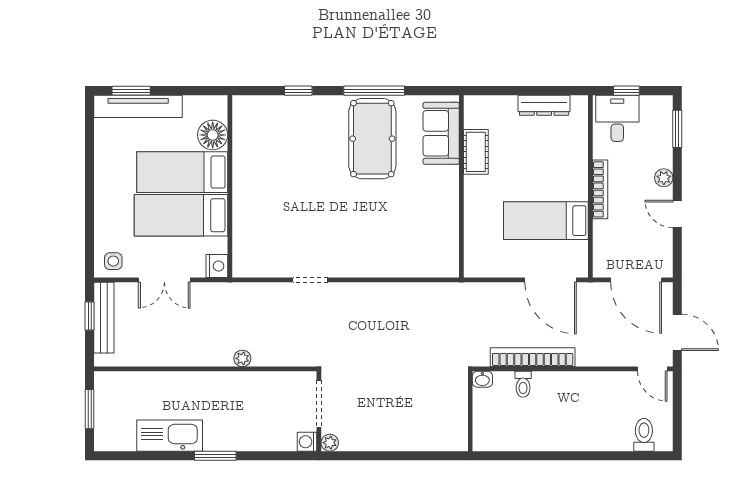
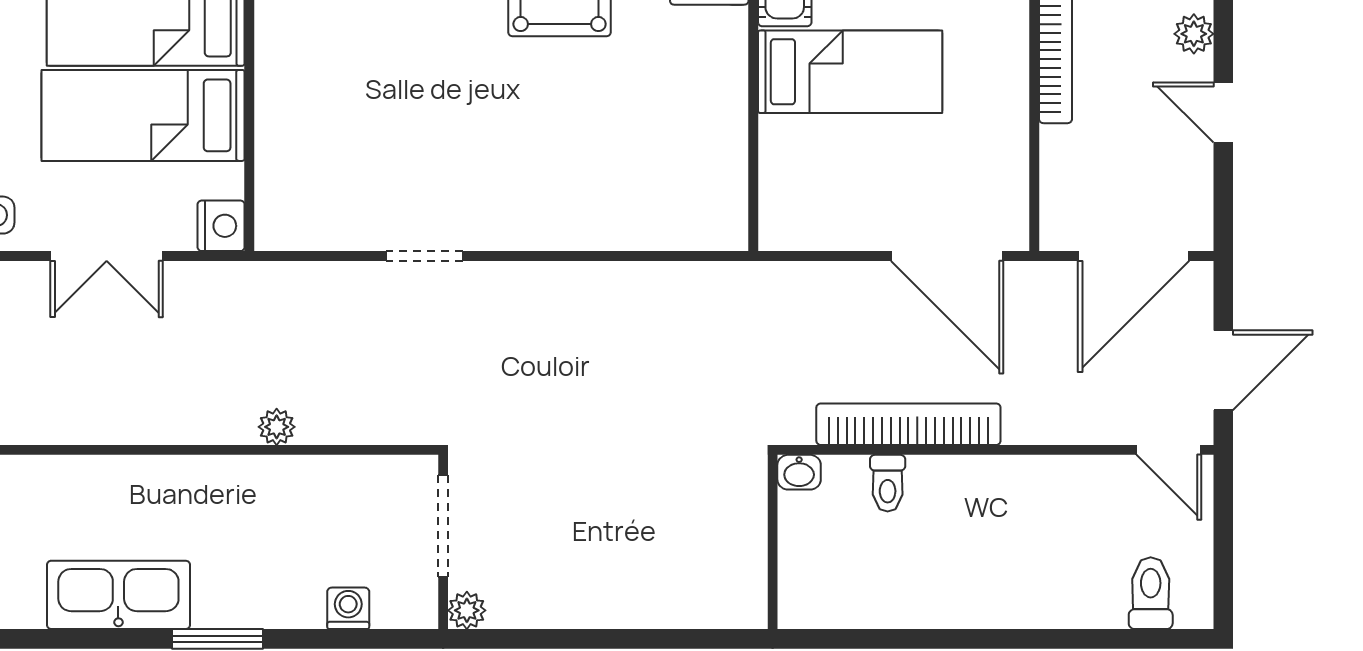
bed: (546, 221) -> (850, 72), moved, turned 180
door: (636, 280) -> (1134, 256), hinge flipped
door: (677, 332) -> (1223, 370), hinge flipped
washing machine: (307, 442) -> (348, 608), moved, turned 90

